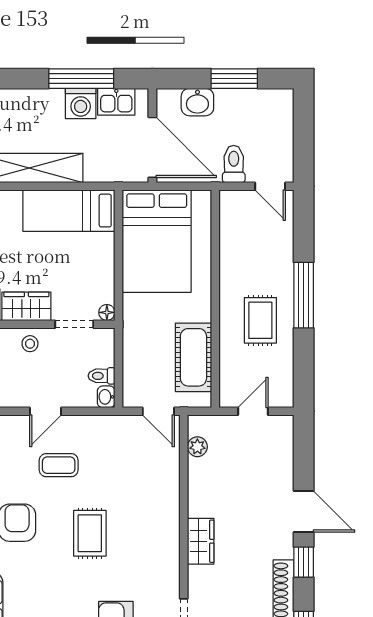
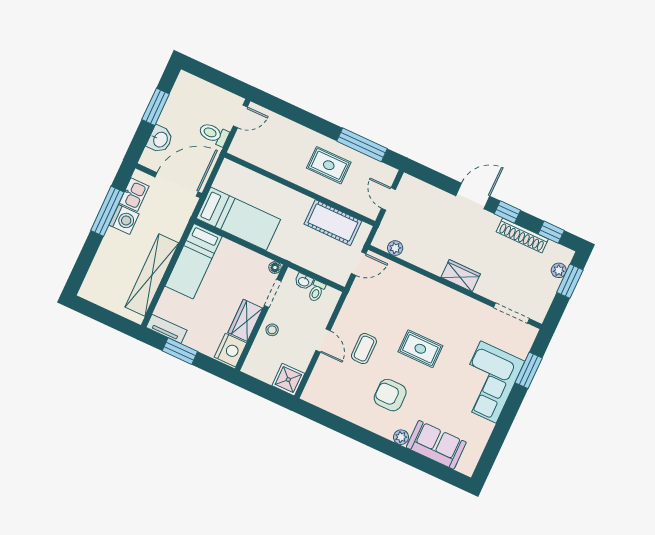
bed: (157, 241) -> (238, 219), width x0.67
window: (304, 295) -> (362, 145), moved
washbasin: (106, 397) -> (304, 281), moved

